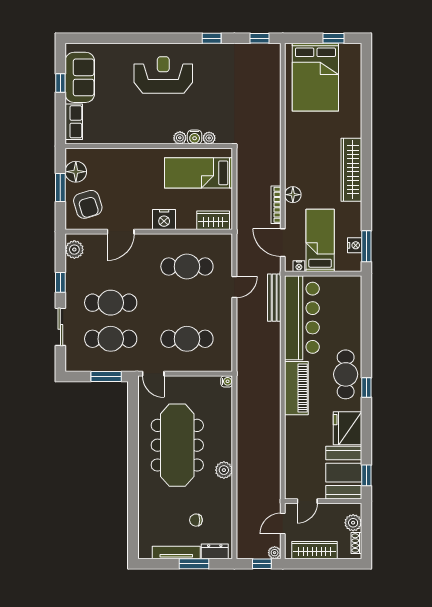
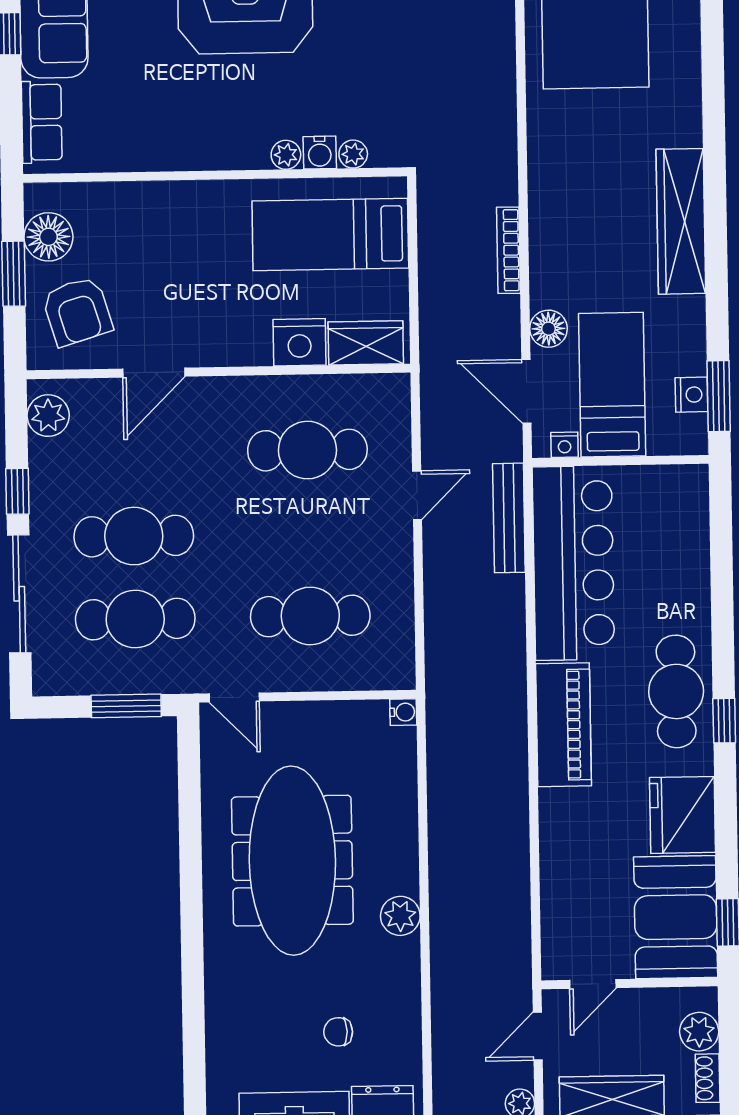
floor lamp: (293, 195) -> (548, 329), moved
bookcase: (276, 205) -> (508, 250), moved
nightstand: (164, 220) -> (300, 342), moved
sliding door: (60, 327) -> (19, 594), width x1.37

